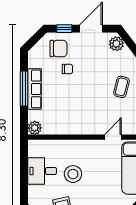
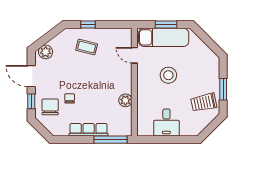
window: (24, 89) -> (110, 140), moved
plant: (35, 128) -> (125, 100), moved
stool: (73, 174) -> (168, 75), moved

